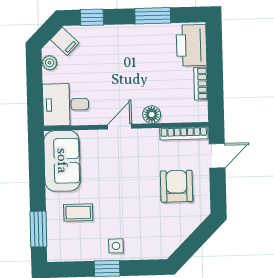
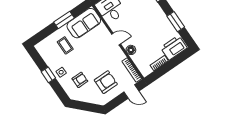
armchair: (147, 224) -> (80, 80), added
window: (38, 229) -> (64, 20), moved

